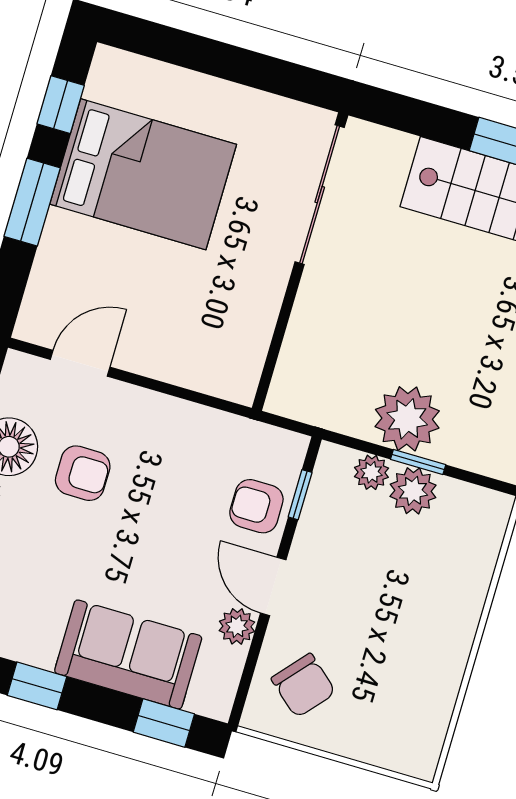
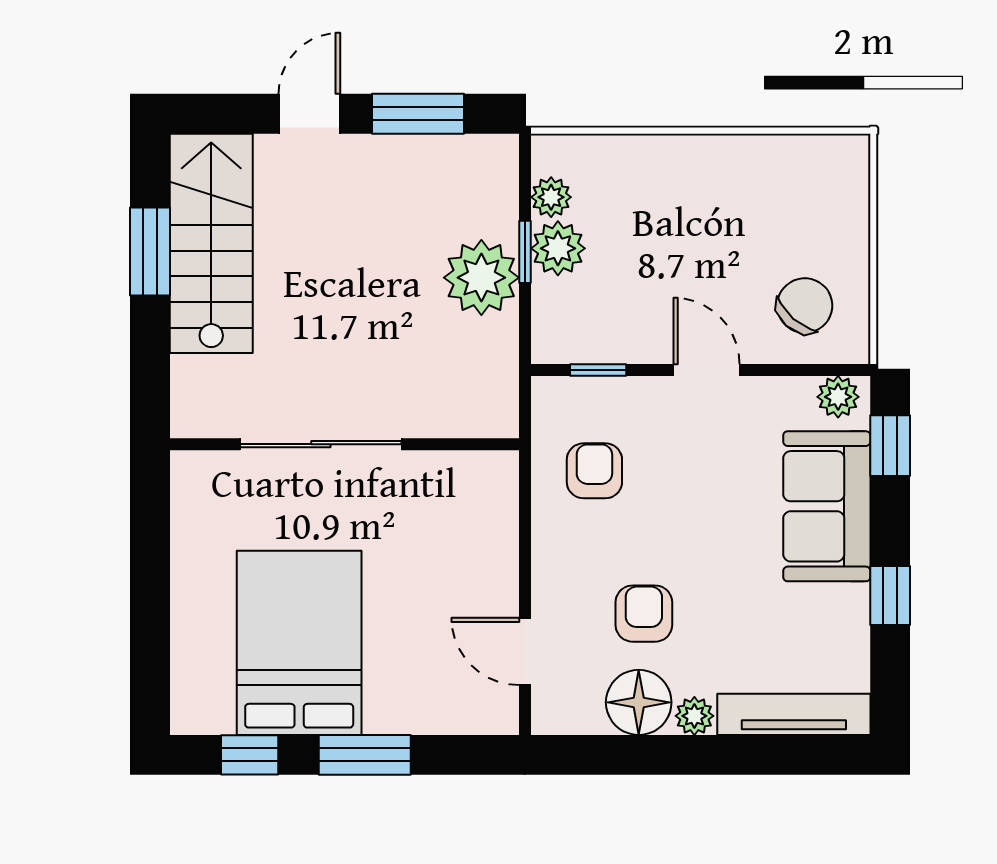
sliding door: (320, 195) -> (321, 444), moved
plant: (371, 472) -> (551, 197), moved
armchair: (256, 506) -> (594, 471), moved, turned 180
door: (273, 586) -> (707, 370), swing flipped
plant: (237, 626) -> (838, 397), moved

